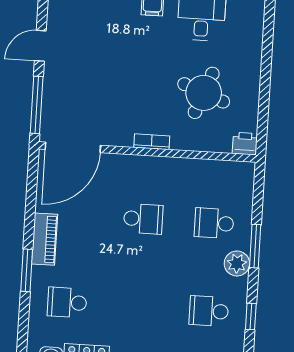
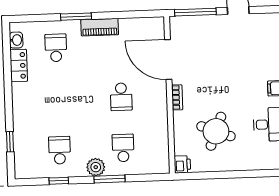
door: (73, 147) -> (168, 59), moved

